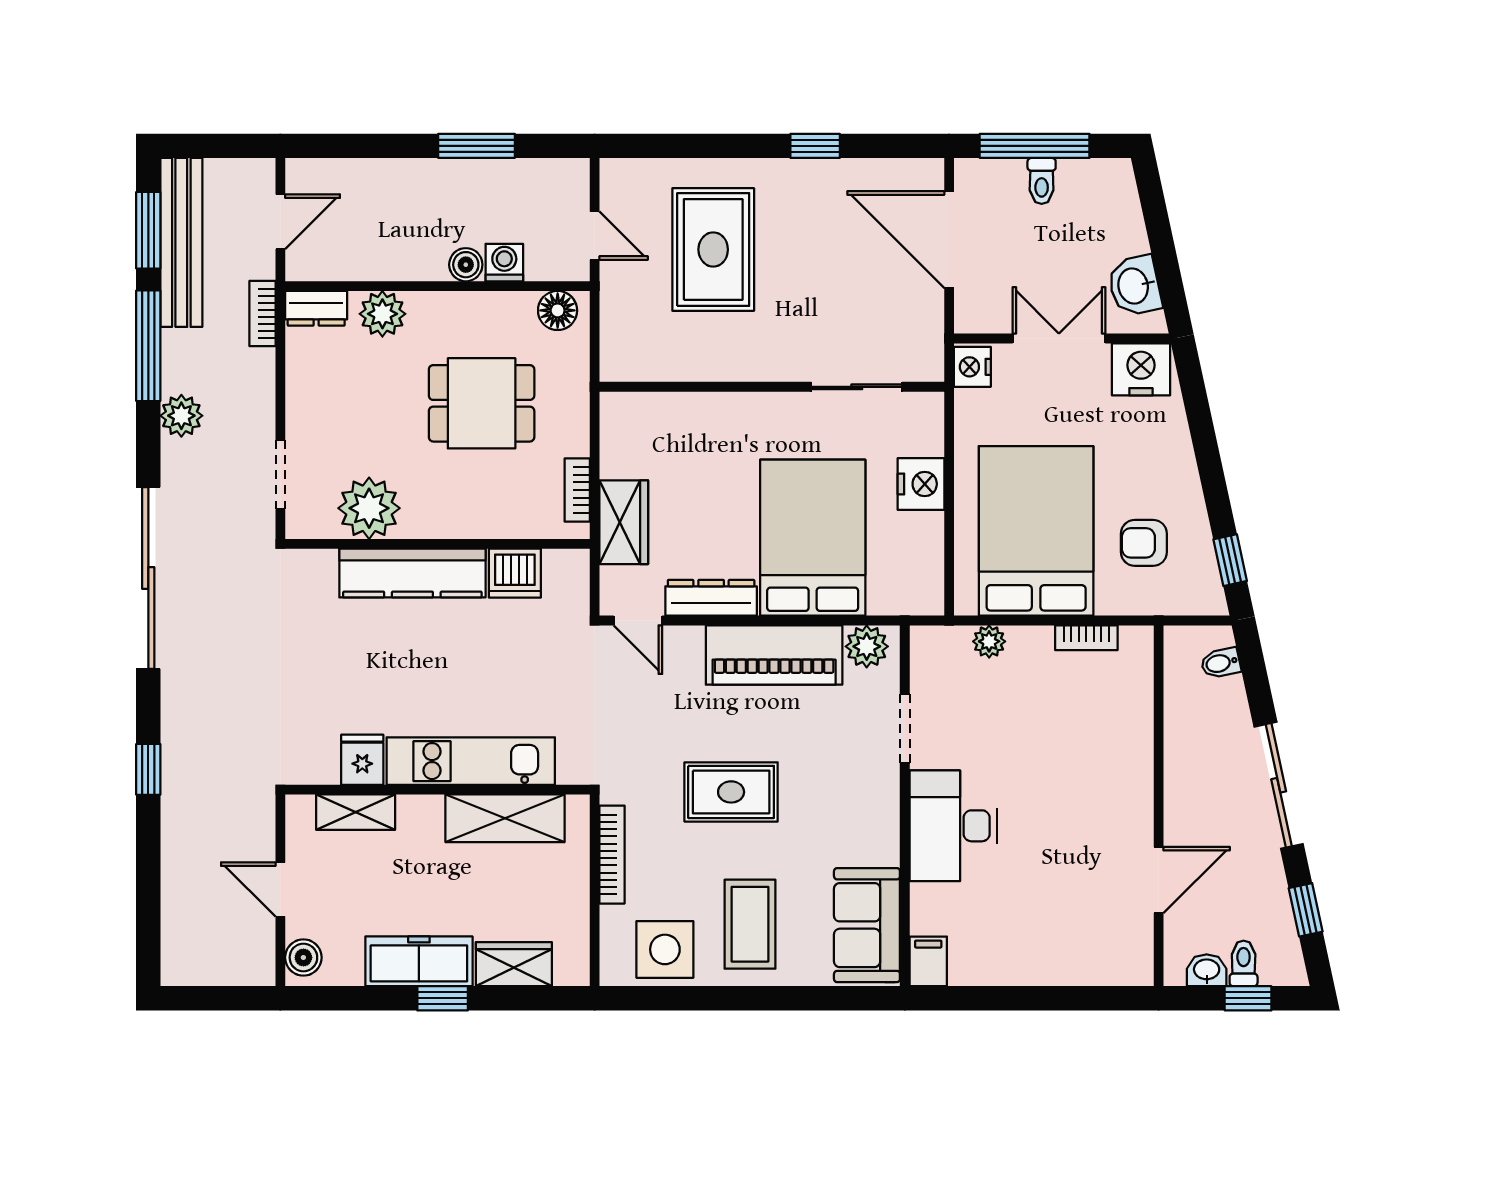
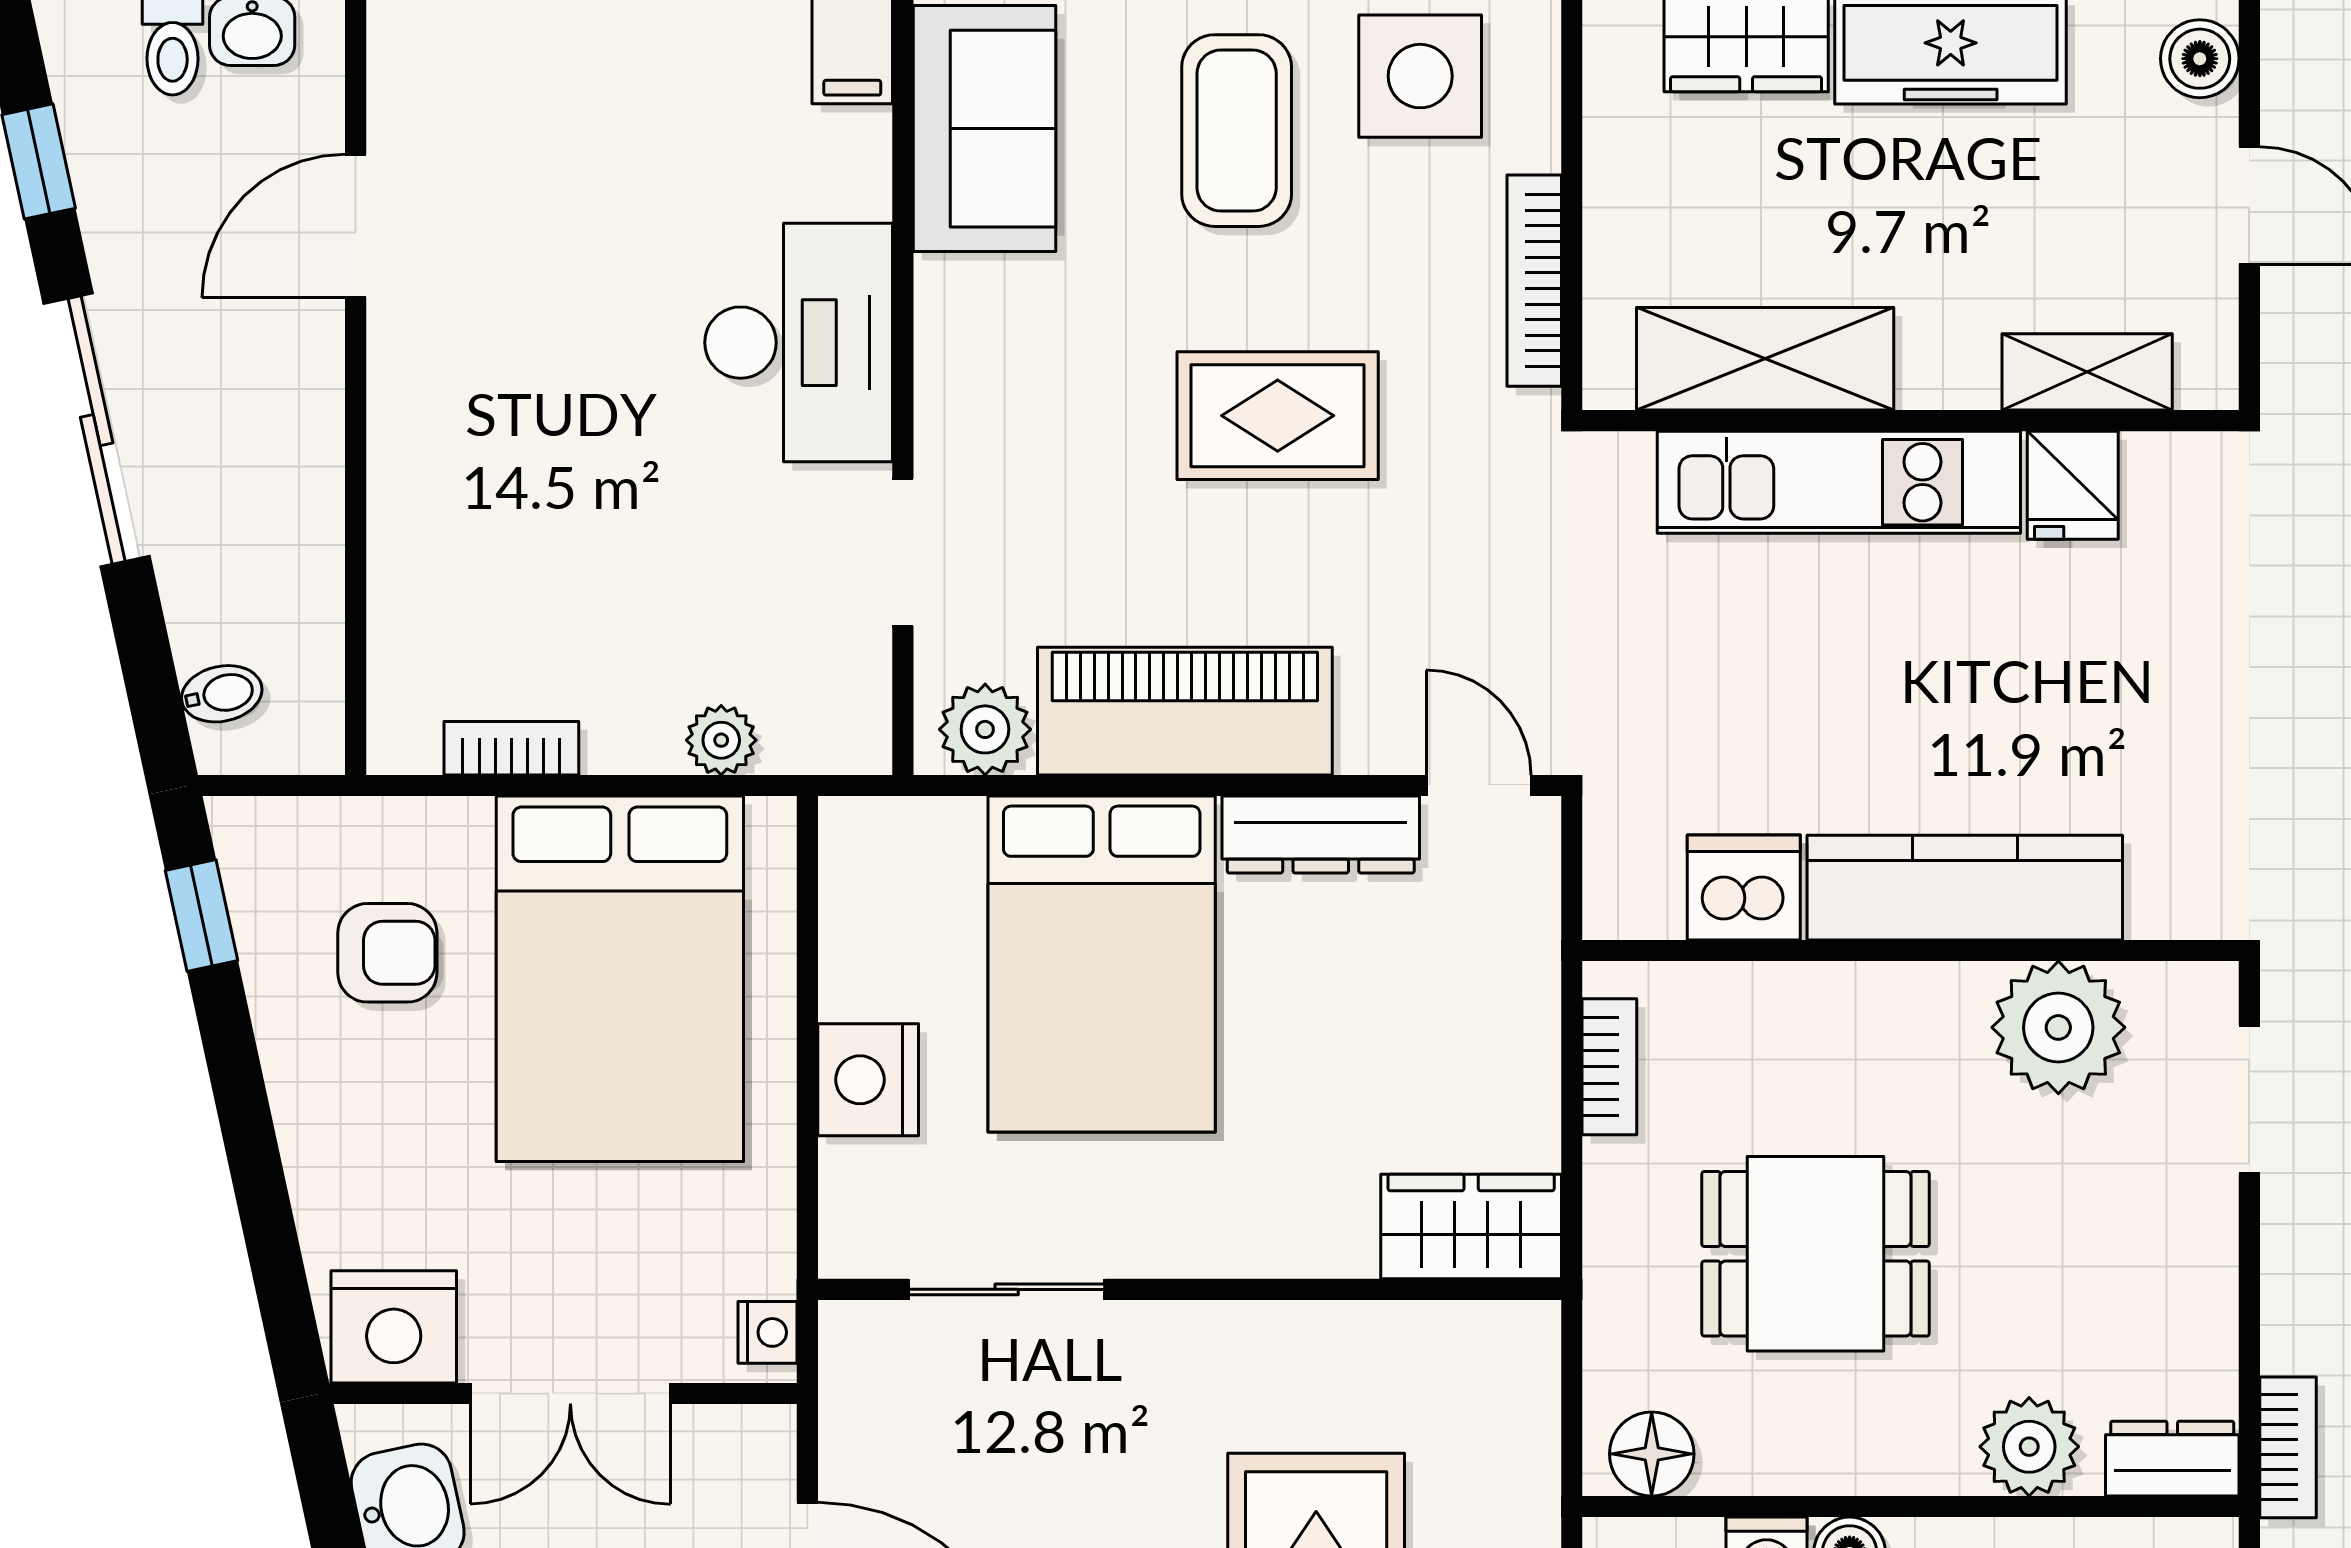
nightstand: (972, 367) -> (768, 1332), width x0.72, depth x0.74
wardrobe: (624, 522) -> (1471, 1227), moved, turned 90

